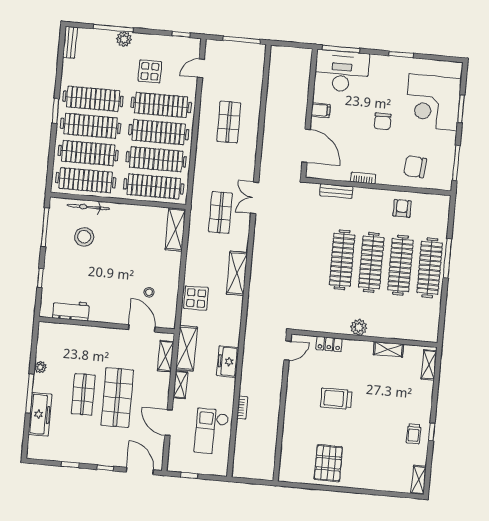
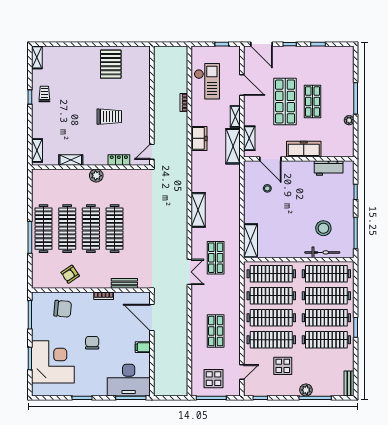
armchair: (402, 208) -> (70, 274), turned 56
display table: (196, 298) -> (214, 379), moved
freezer: (40, 414) -> (304, 149), moved, turned 90

